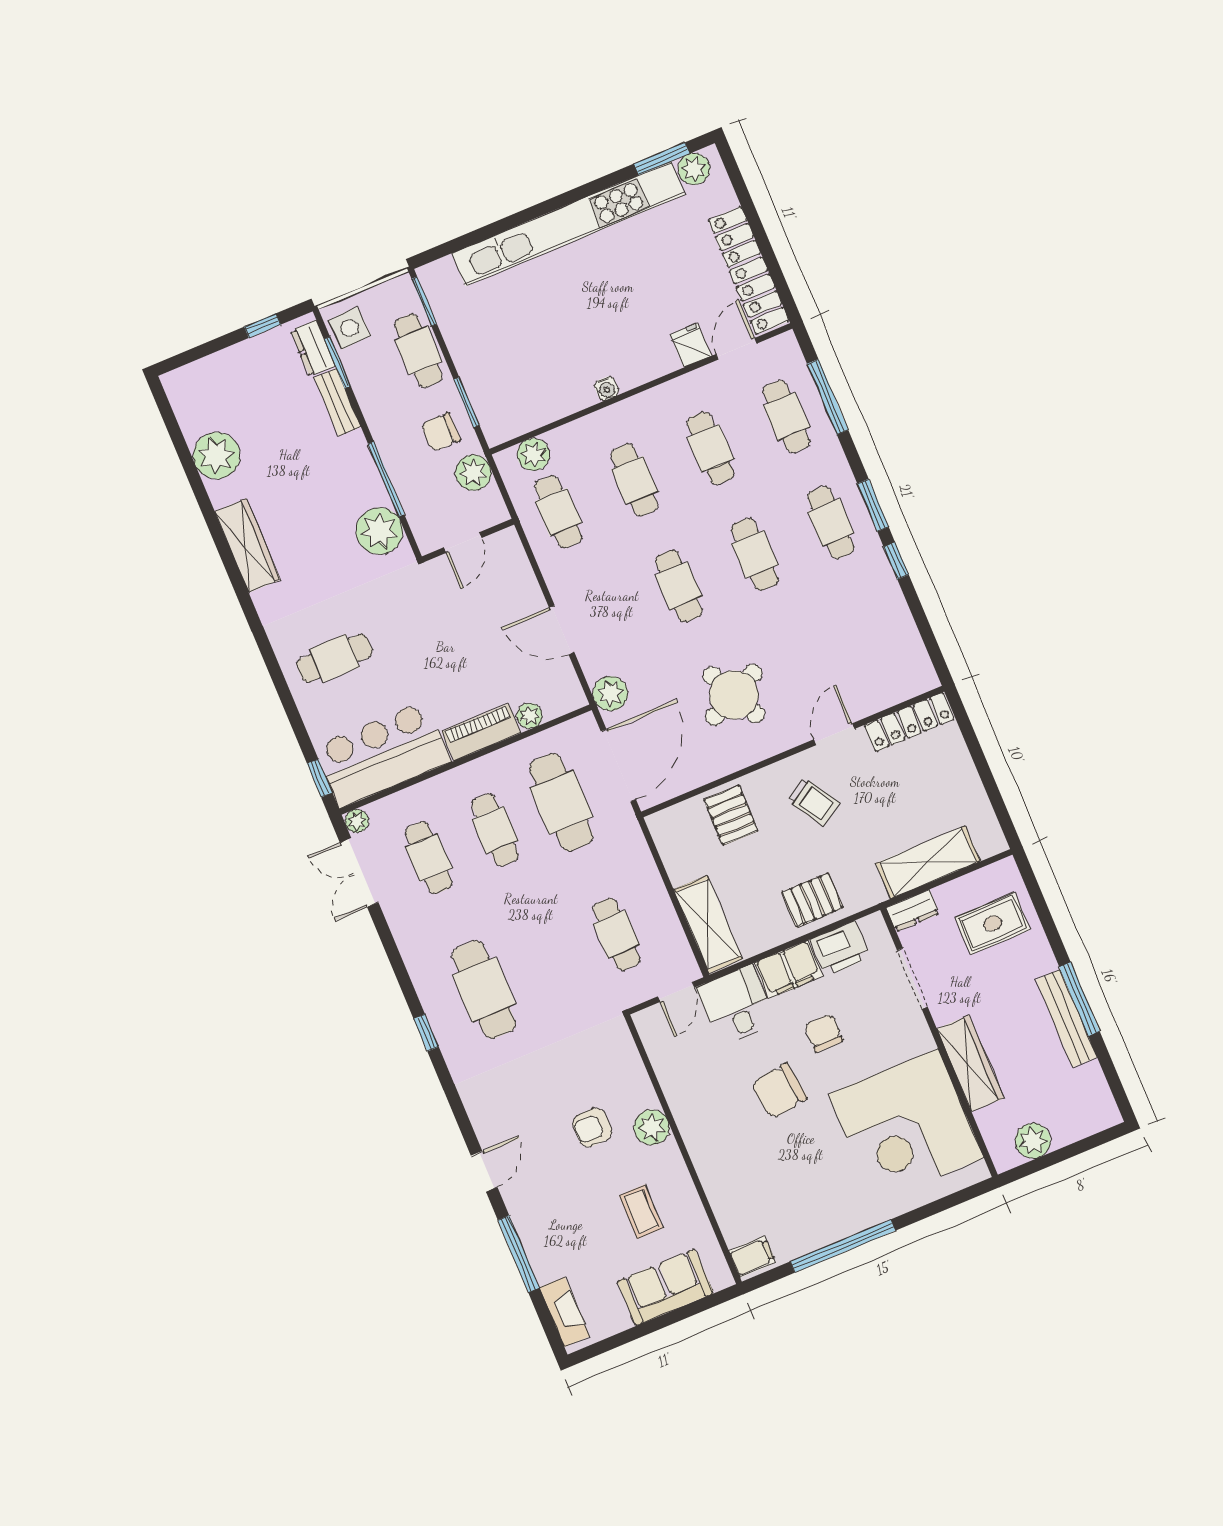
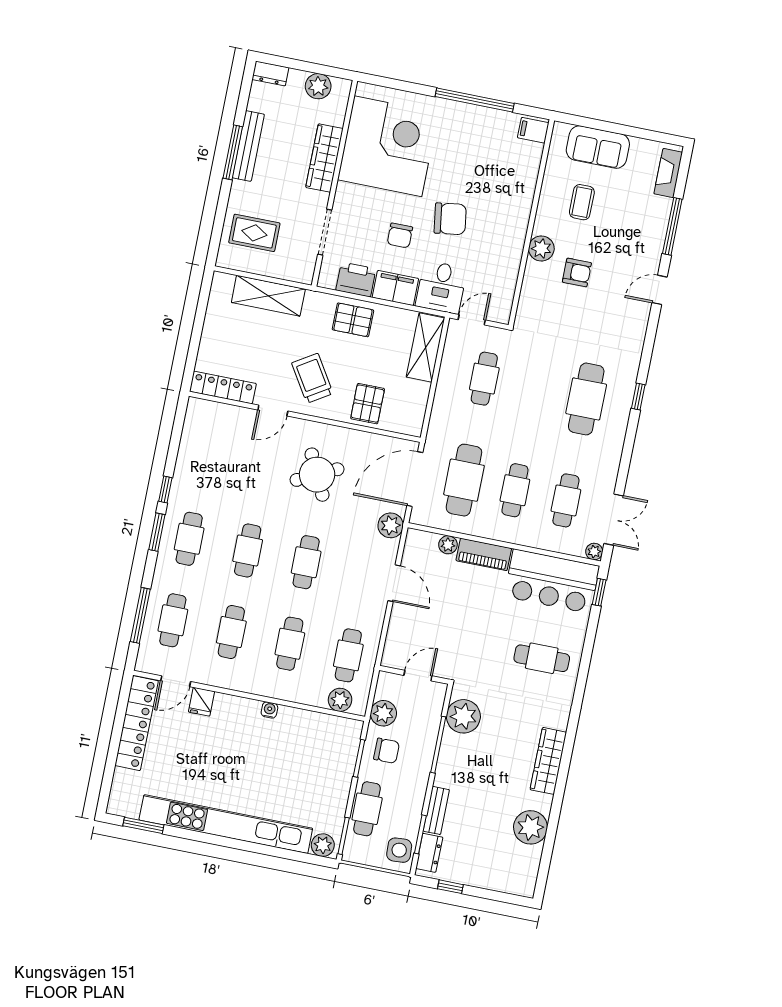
plant: (694, 169) -> (323, 845), moved
trolley: (814, 802) -> (312, 378), width x1.36, depth x1.39
dresser: (913, 911) -> (270, 73), moved, turned 180

